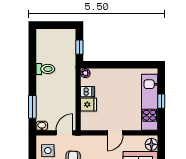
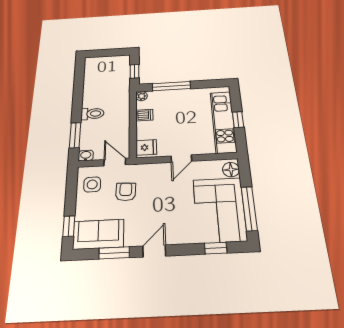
window: (110, 65) -> (171, 86), added
toilet: (45, 69) -> (92, 114), moved
fridge: (89, 104) -> (146, 147), moved
door: (64, 133) -> (115, 162), hinge flipped

